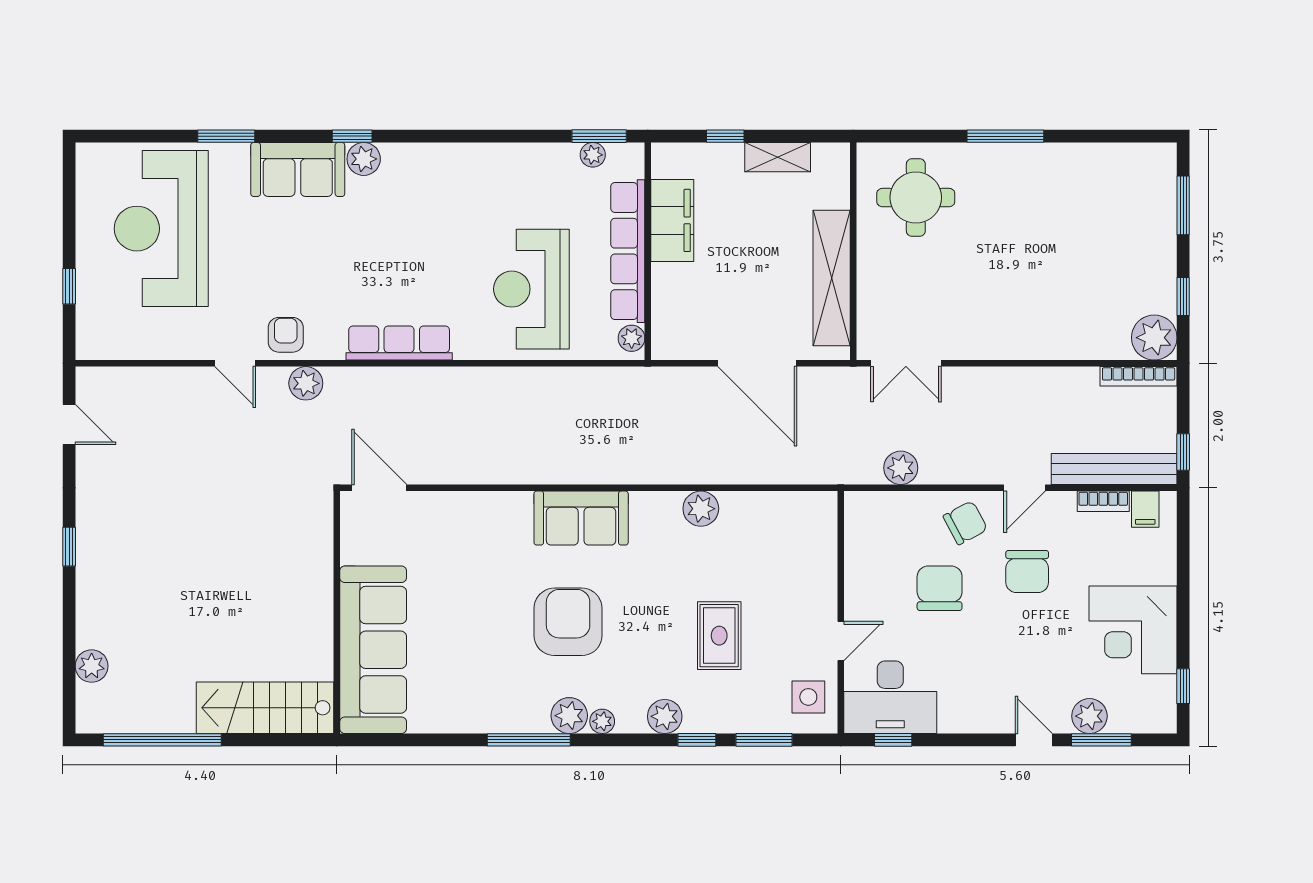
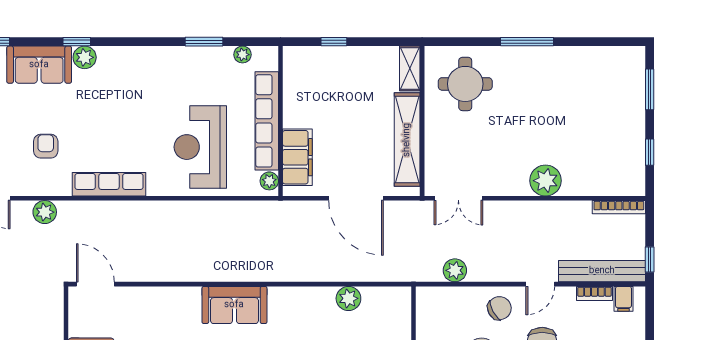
window: (599, 136) -> (204, 42), moved
shelving: (778, 157) -> (410, 68), moved, turned 90
filing cabinet: (672, 220) -> (297, 157), moved
armchair: (286, 335) -> (46, 146), moved
plant: (1154, 338) -> (546, 181), moved
plant: (701, 509) -> (348, 298), moved

